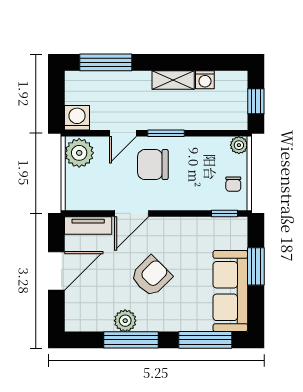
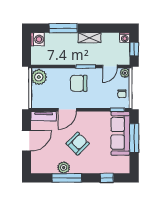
window: (106, 62) -> (63, 28), moved
washing machine: (205, 80) -> (125, 38), moved
washing machine: (77, 118) -> (38, 39), moved, turned 90
door: (123, 133) -> (110, 66), moved
window: (256, 266) -> (134, 138), width x1.44
sofa: (230, 291) -> (120, 133), moved
window: (205, 340) -> (107, 178), width x0.46

